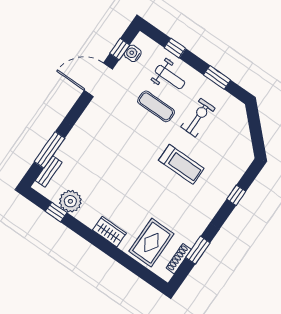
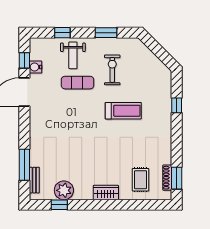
water cooler: (133, 53) -> (35, 67), moved
weight bench: (170, 77) -> (73, 55), turned 90
rug: (151, 243) -> (141, 180), width x0.73, depth x0.70
window: (198, 250) -> (177, 178), moved

